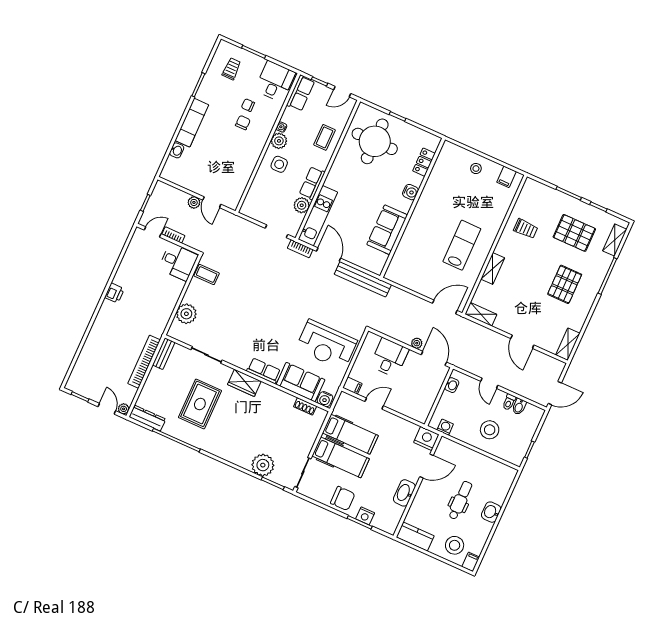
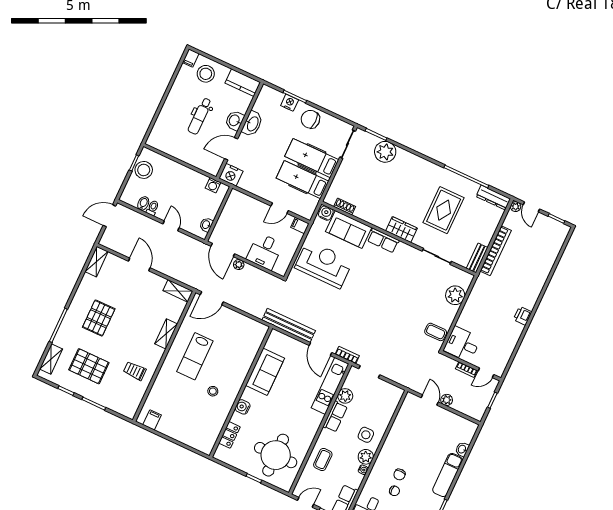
stool: (476, 169) -> (213, 391), moved
stool: (490, 430) -> (144, 170), moved
washbasin: (491, 512) -> (235, 121), moved, turned 180

